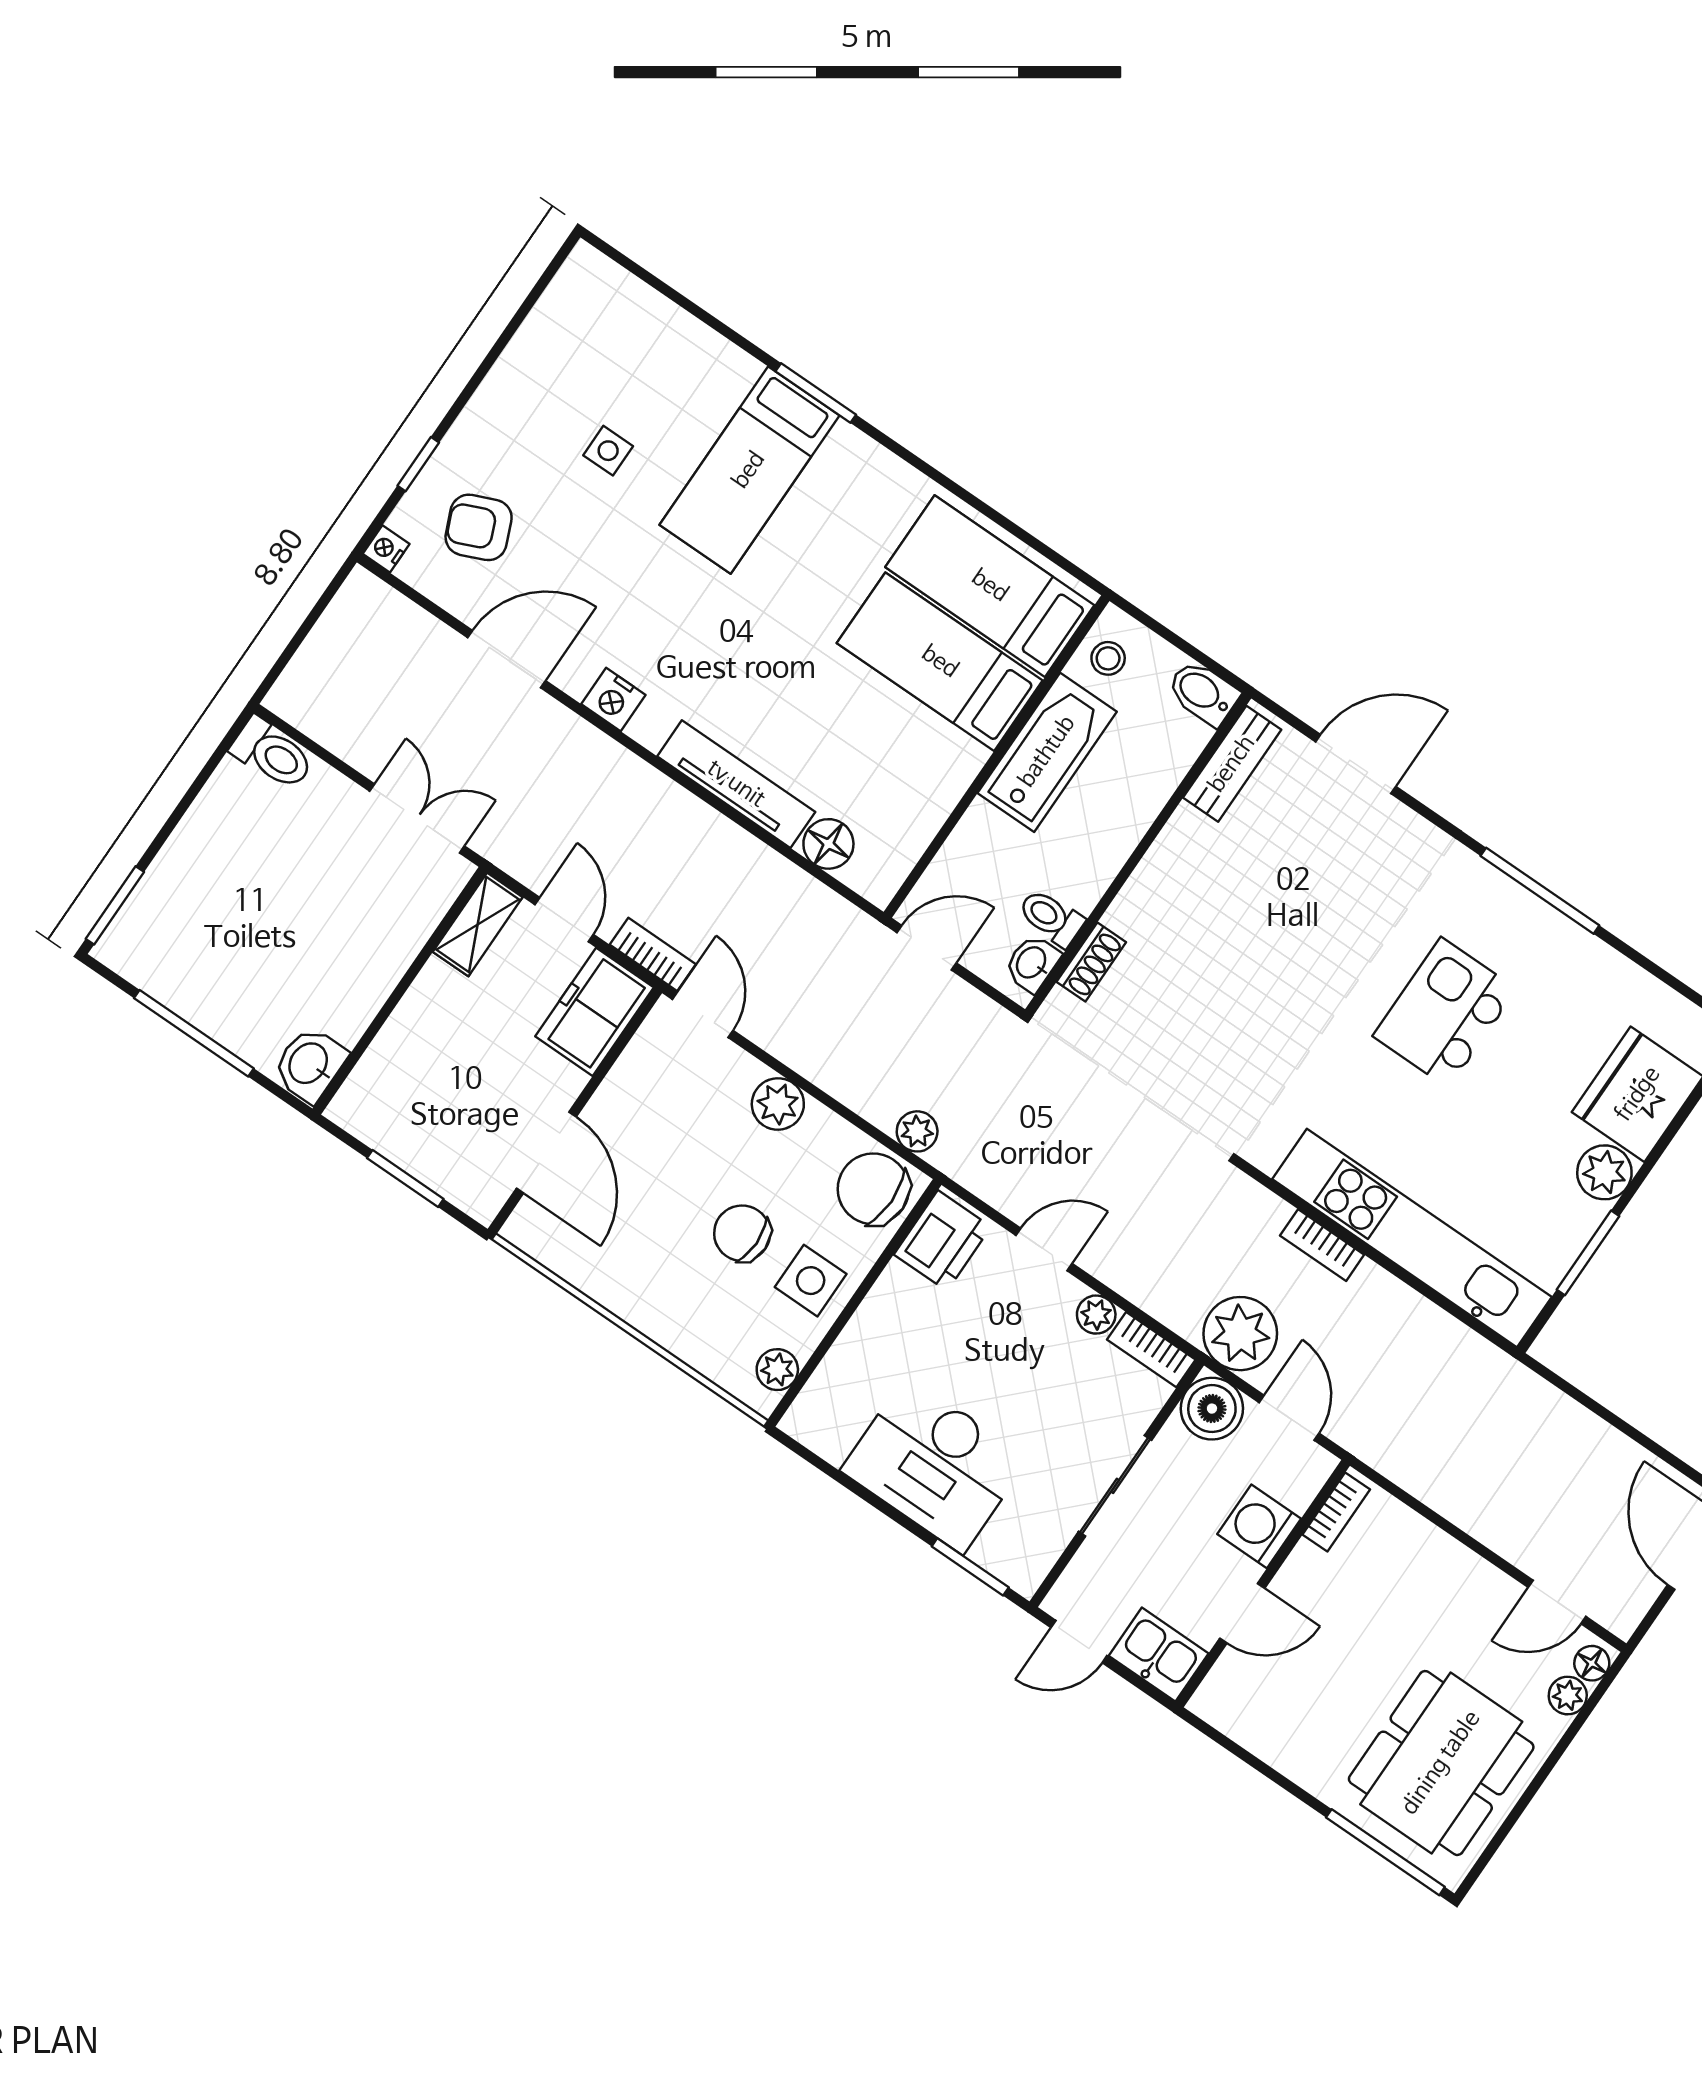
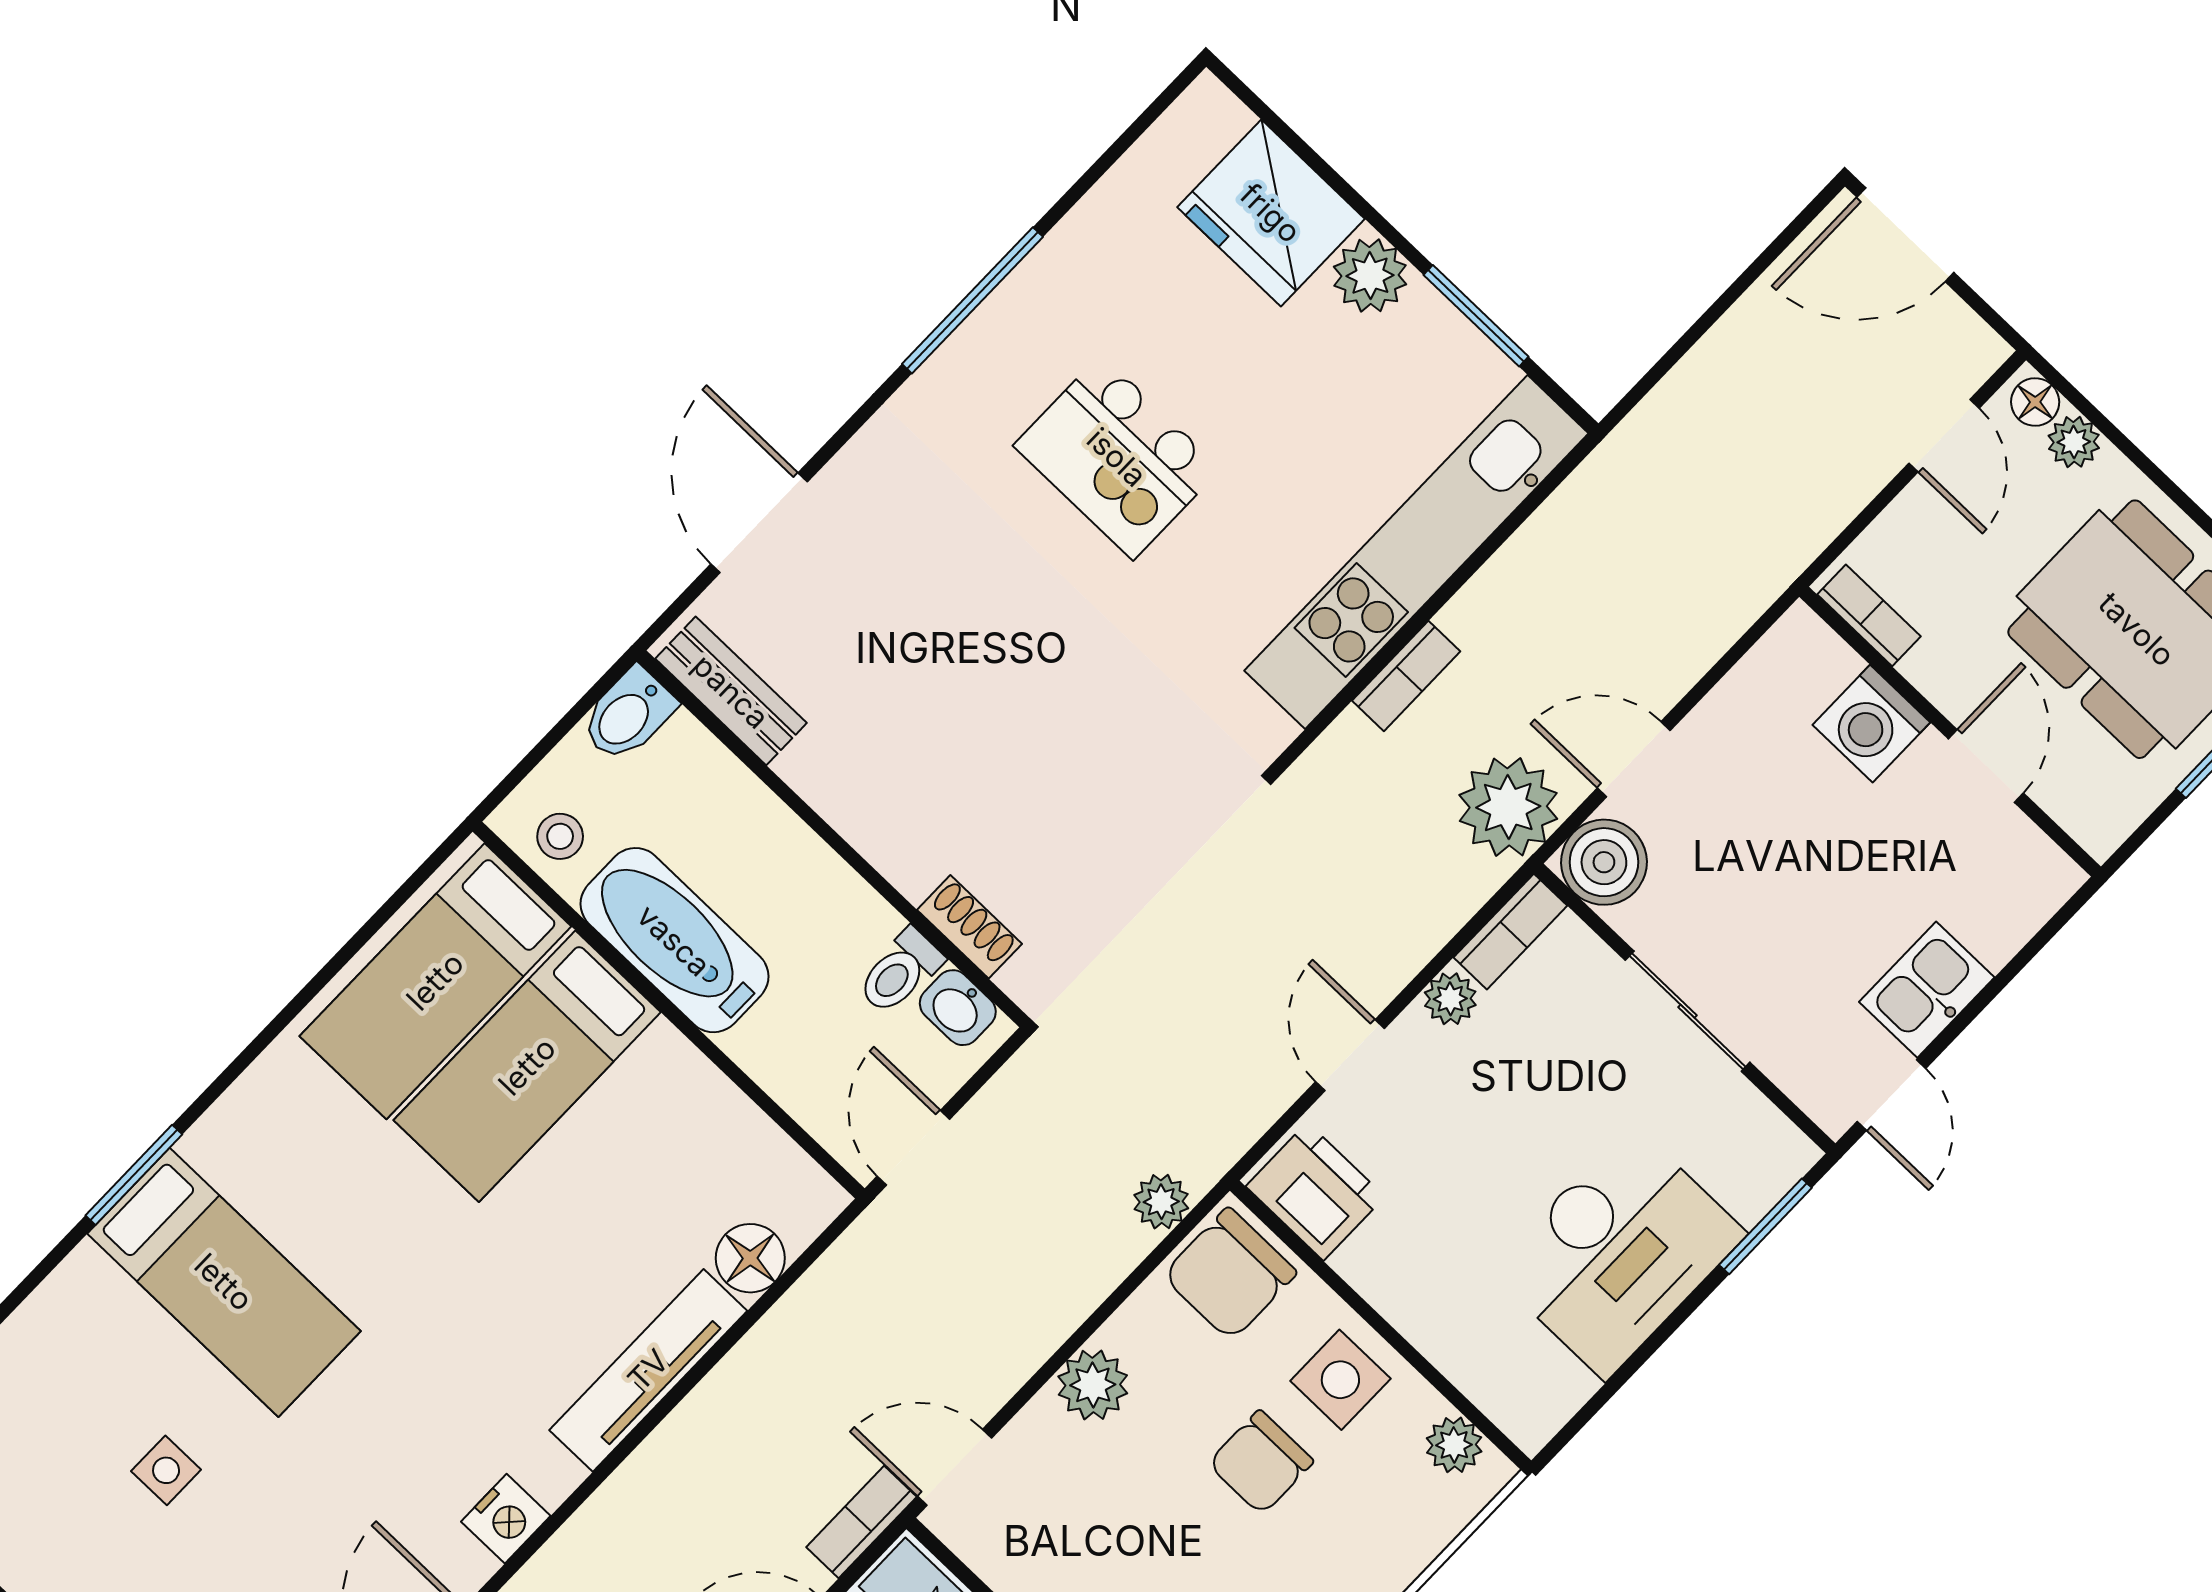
bookcase: (1336, 1512) -> (1869, 615), moved
washing machine: (1259, 1526) -> (1871, 724), moved
wall: (1263, 1584) -> (1950, 732), moved
door: (1242, 1613) -> (1986, 766), moved

